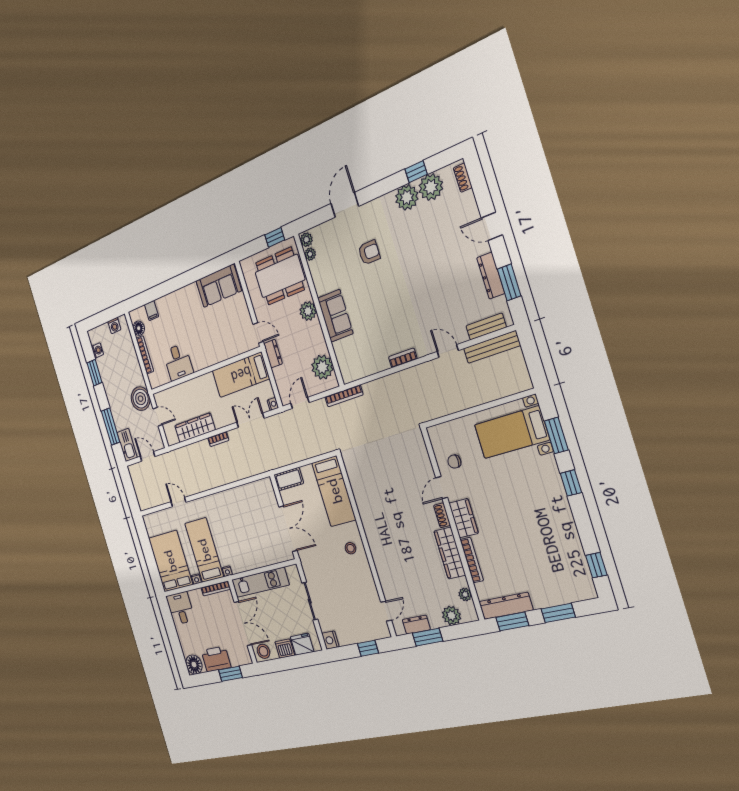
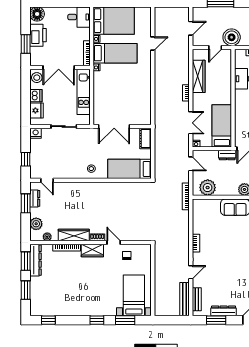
kitchen sink: (127, 445) -> (204, 13), removed

